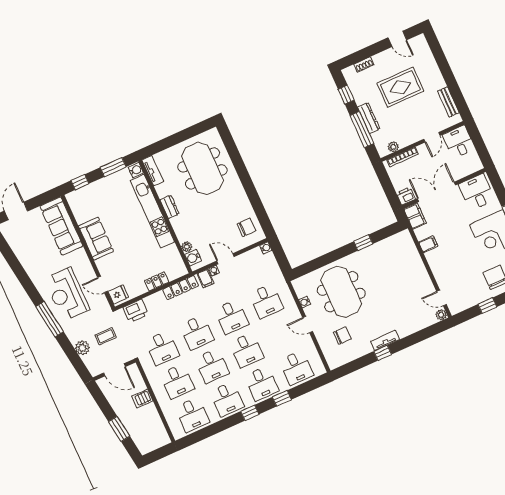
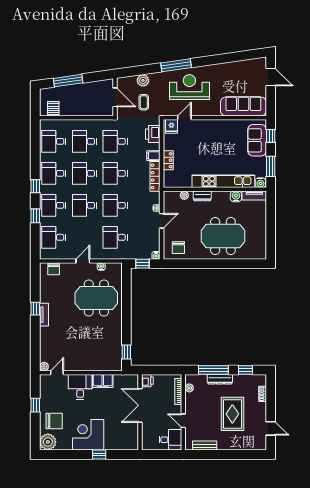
door: (397, 39) -> (271, 428), swing flipped
meeting table: (202, 168) -> (223, 236), moved
double door: (436, 192) -> (140, 405), swing flipped
desk: (477, 192) -> (80, 387), moved, turned -90
dresser: (170, 207) -> (202, 196), moved
filing cabinet: (415, 216) -> (129, 381), removed
sofa: (96, 239) -> (257, 140), moved, turned 90
window: (363, 243) -> (126, 352), moved
filing cabinet: (428, 244) -> (103, 381), width x2.00
water cooler: (193, 258) -> (236, 196), moved
window: (281, 258) -> (143, 264), added
filing cabinet: (206, 278) -> (153, 156), moved
chair: (342, 336) -> (54, 269), moved
door: (114, 370) -> (115, 97), swing flipped
server rack: (142, 399) -> (53, 109), moved
window: (119, 429) -> (68, 81), width x1.44

